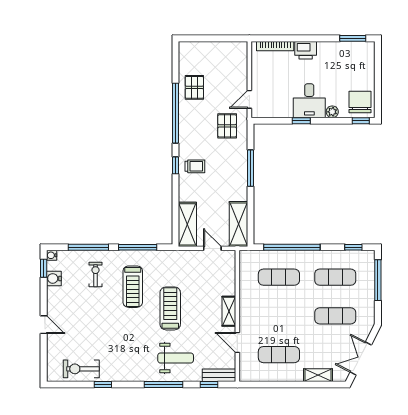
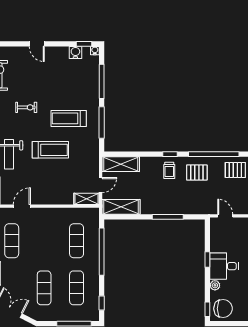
pallet: (227, 126) -> (197, 172), moved
exercise bike: (95, 275) -> (26, 107), moved
shelving: (229, 311) -> (86, 199), moved
door: (44, 325) -> (37, 44), hinge flipped

